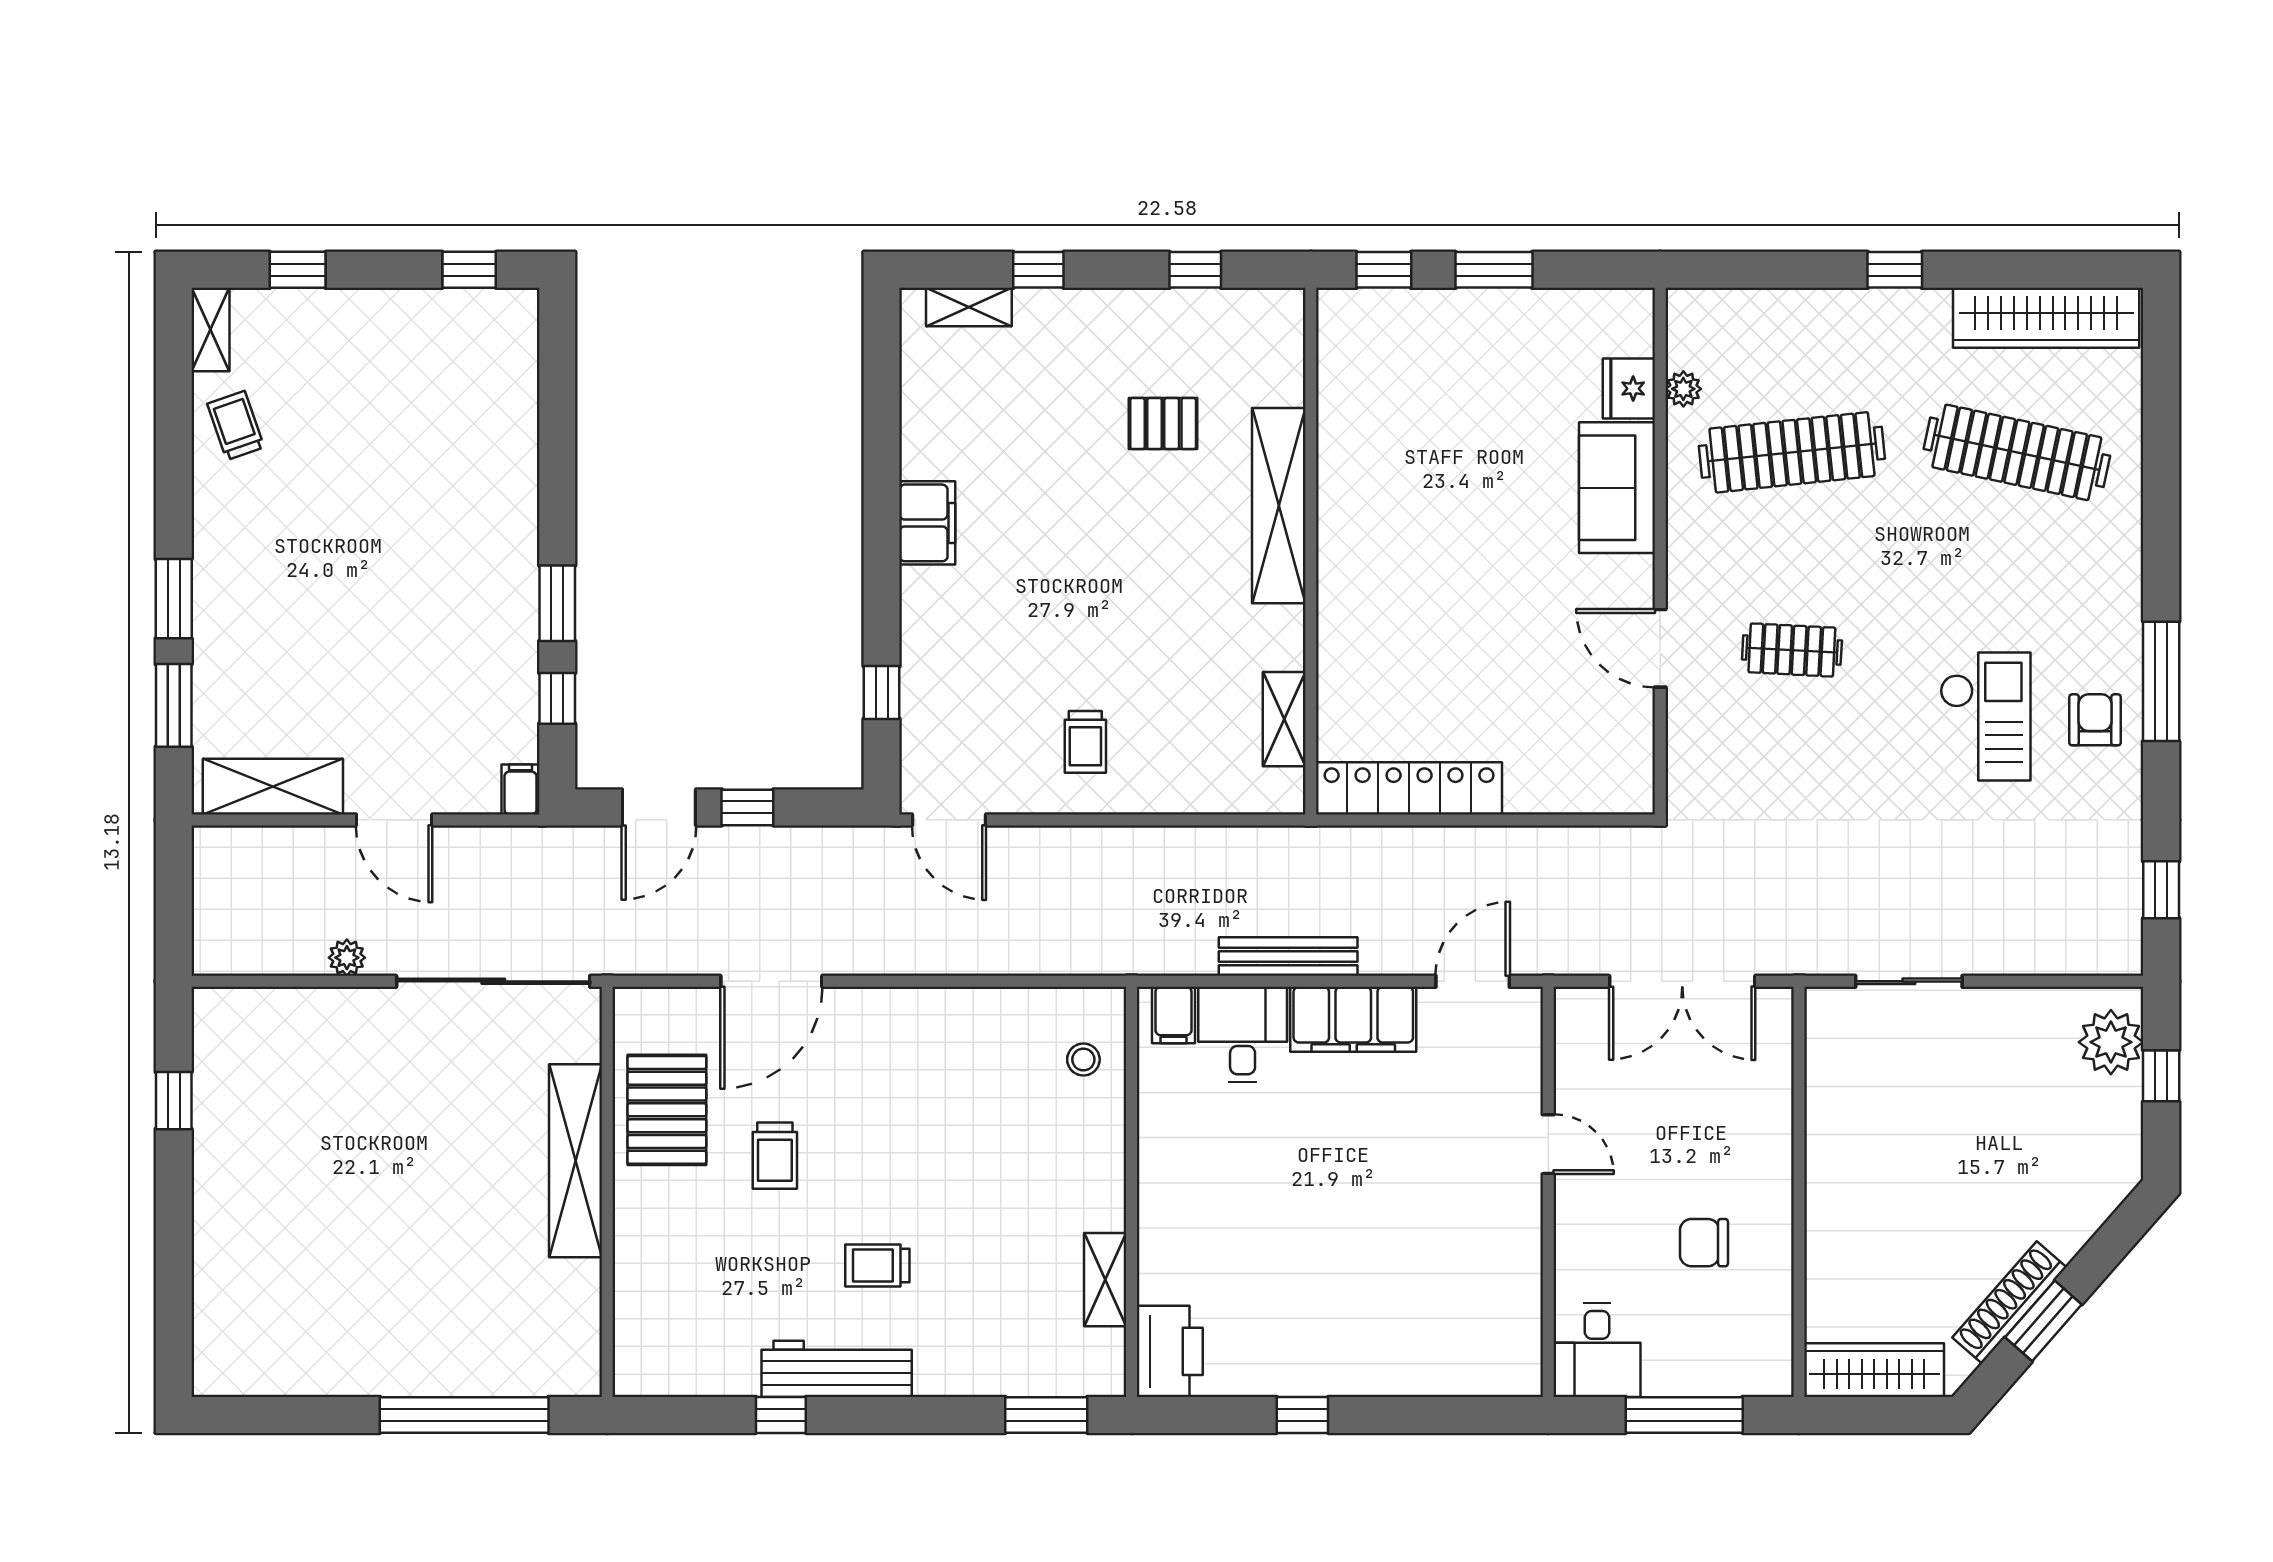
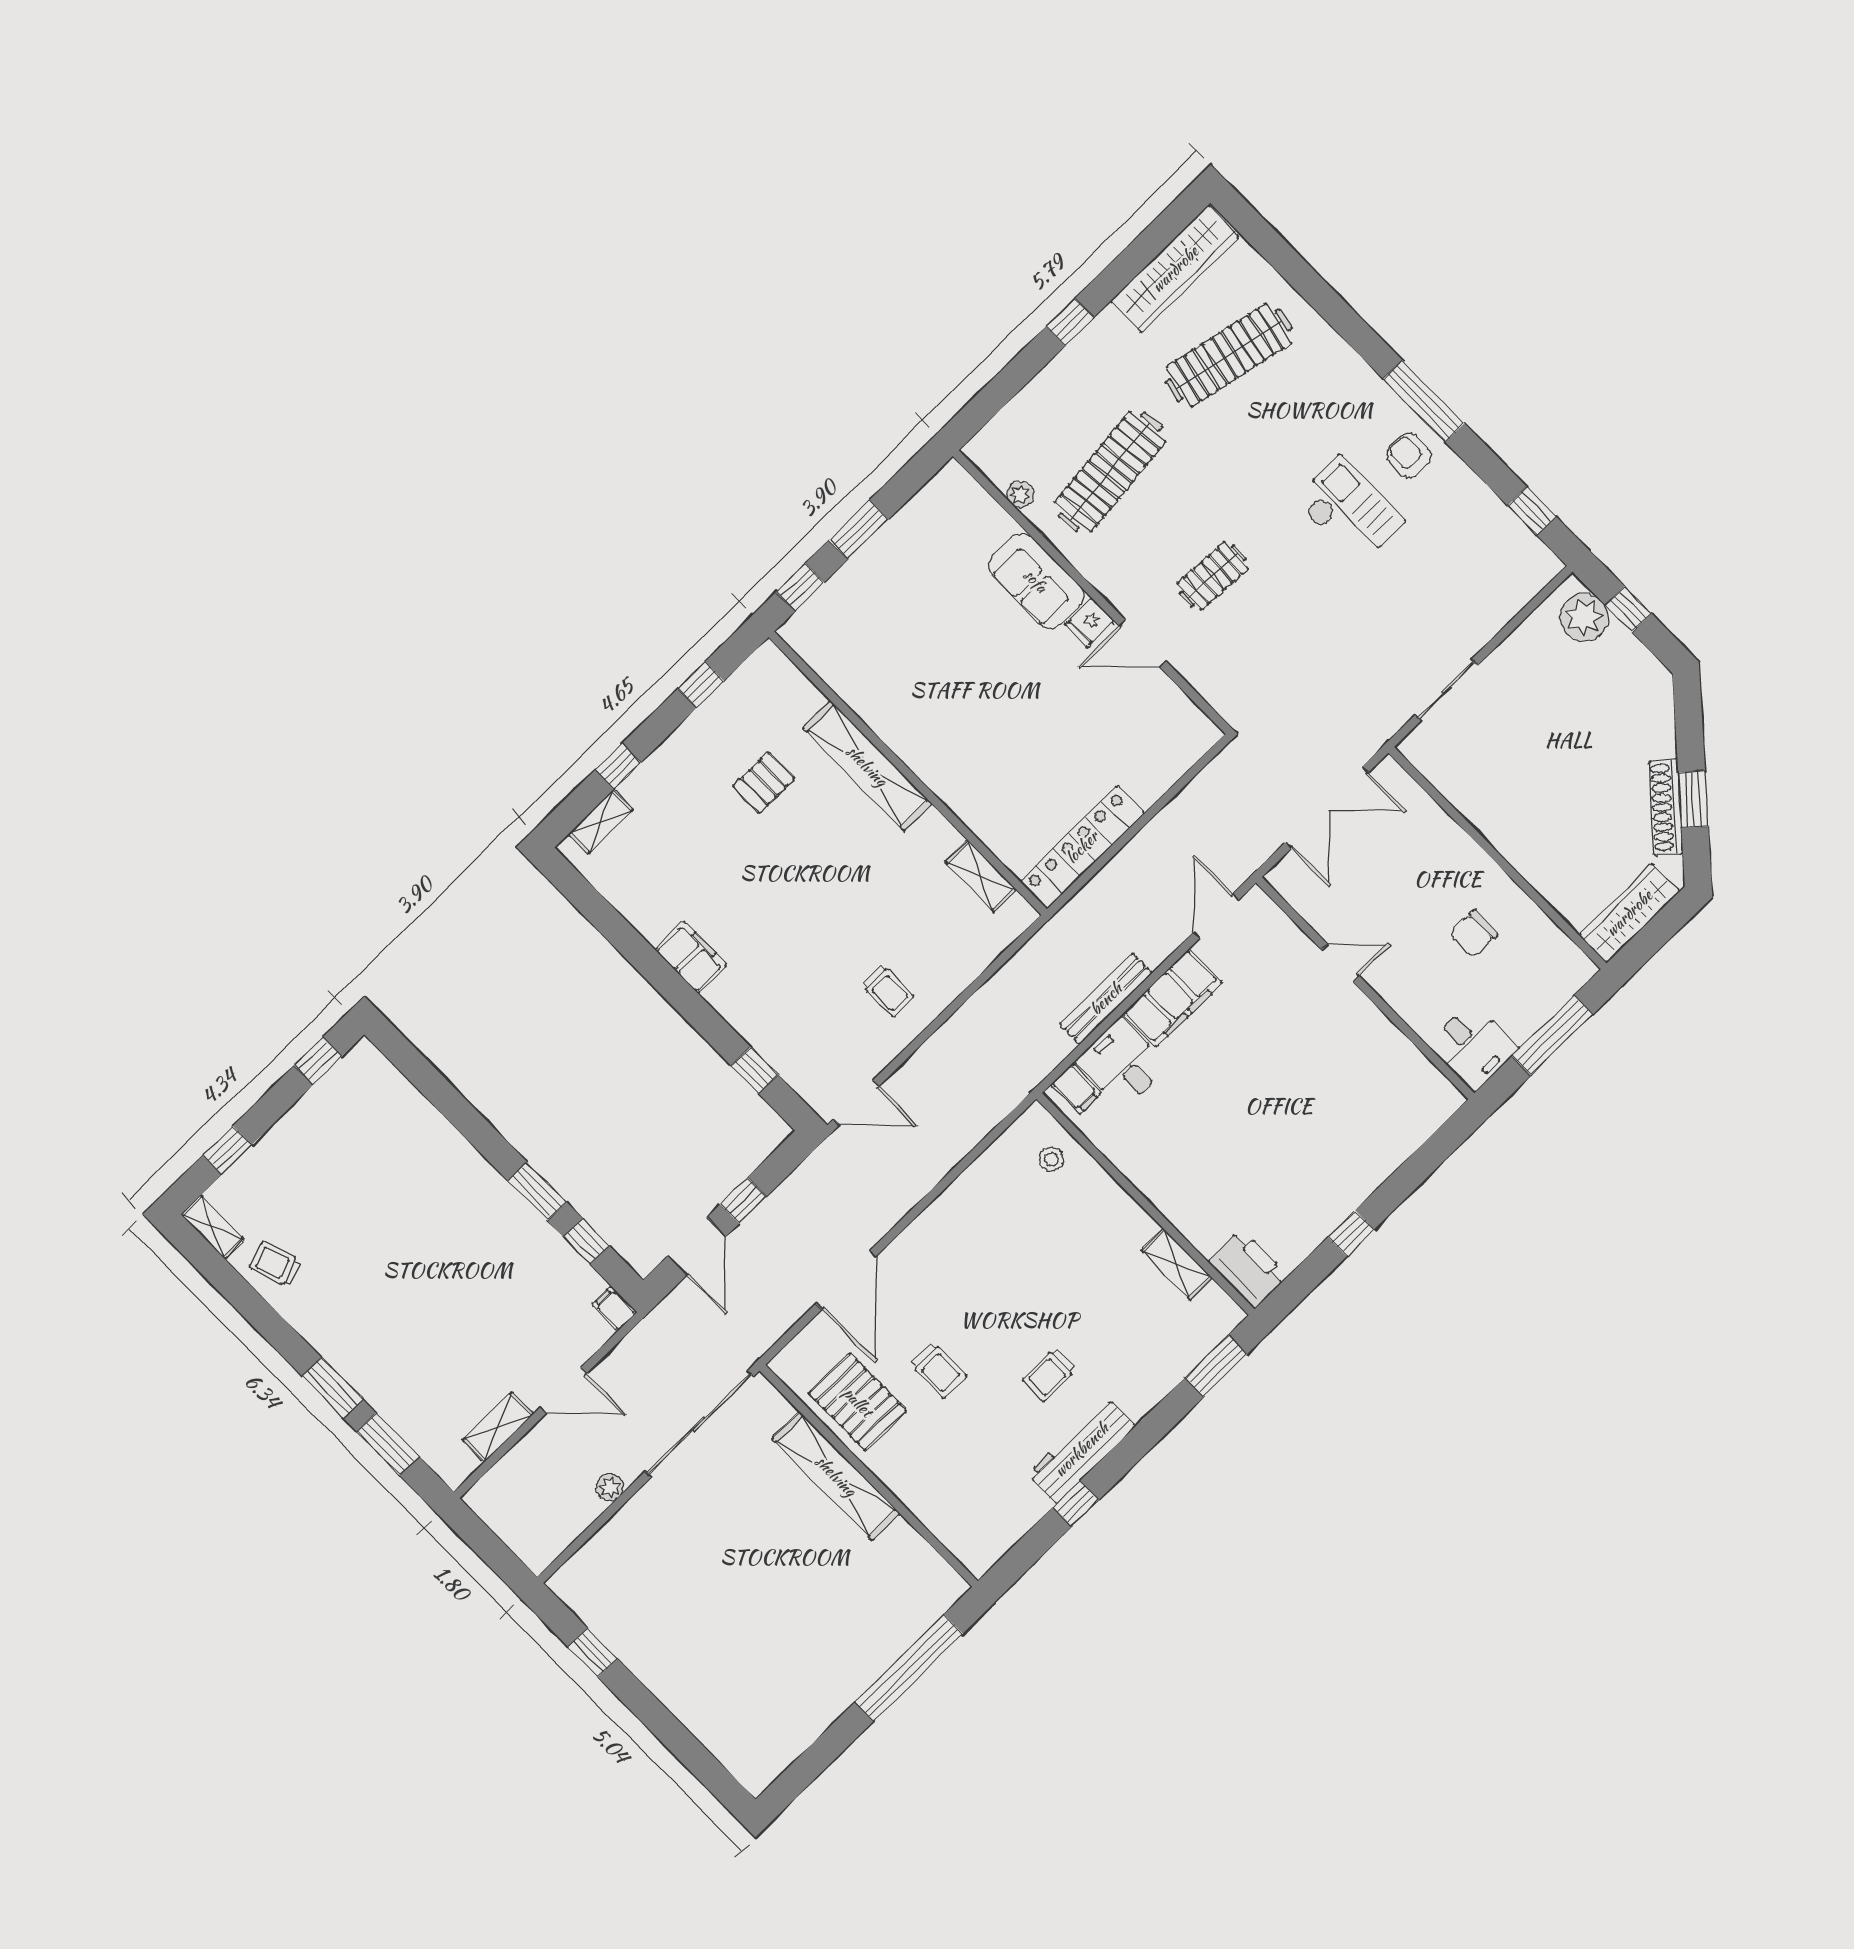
fridge: (1629, 389) -> (1090, 623), moved, width x0.72
shelving: (273, 787) -> (498, 1427), width x0.67, depth x0.75

